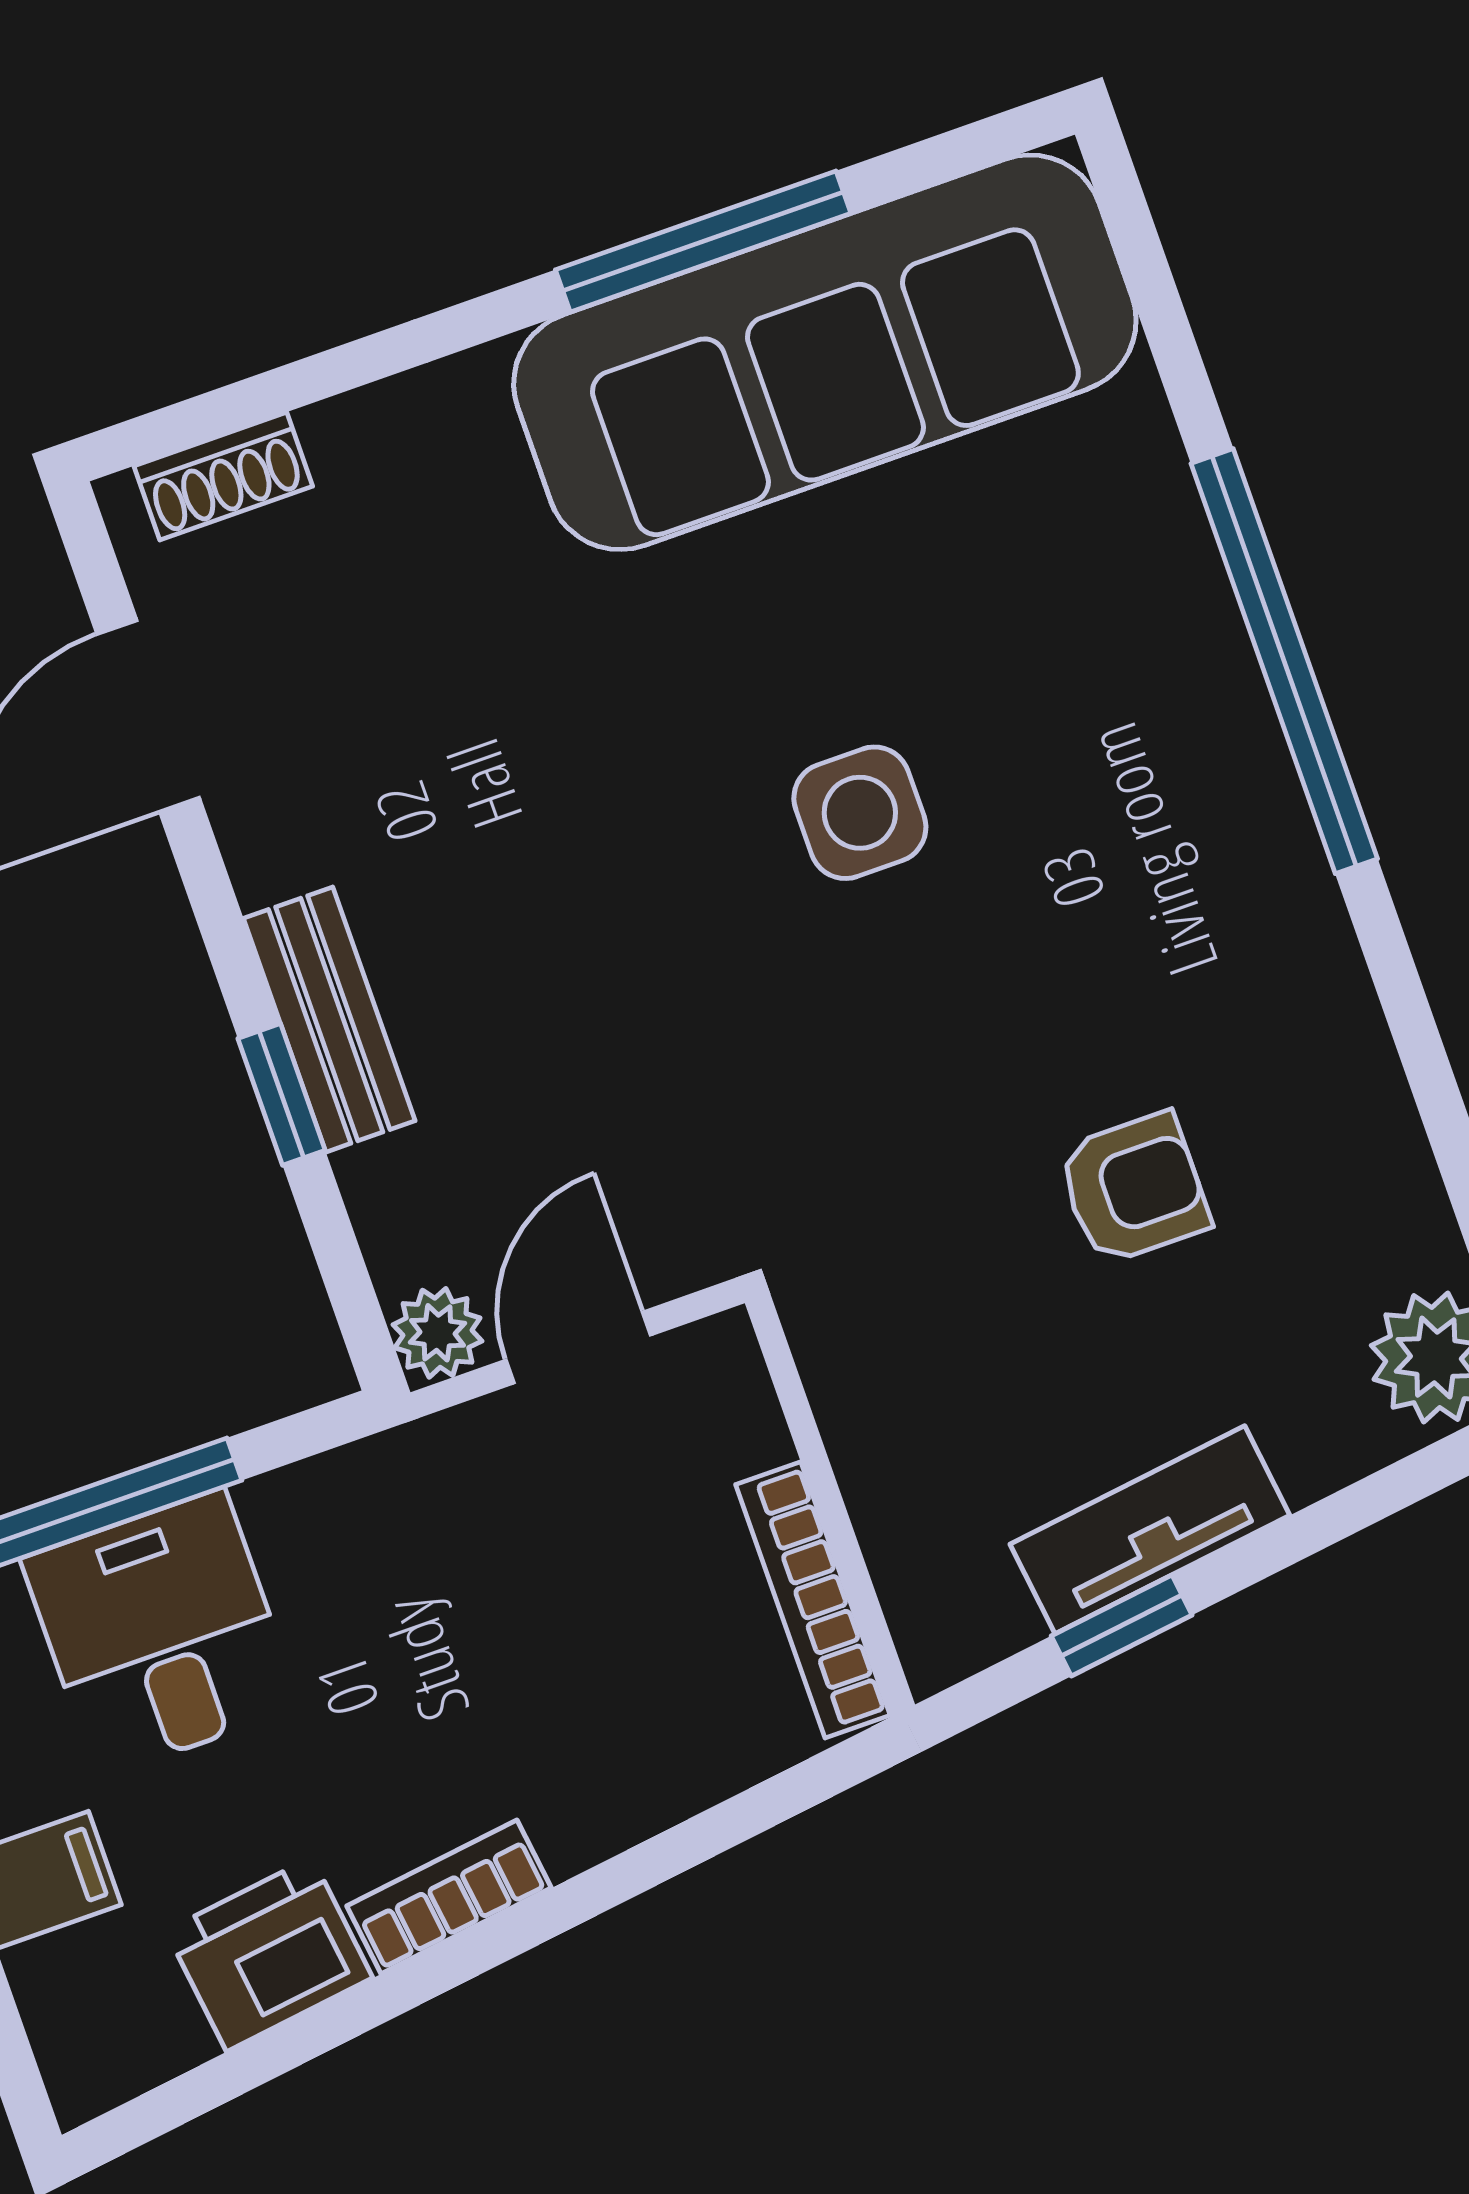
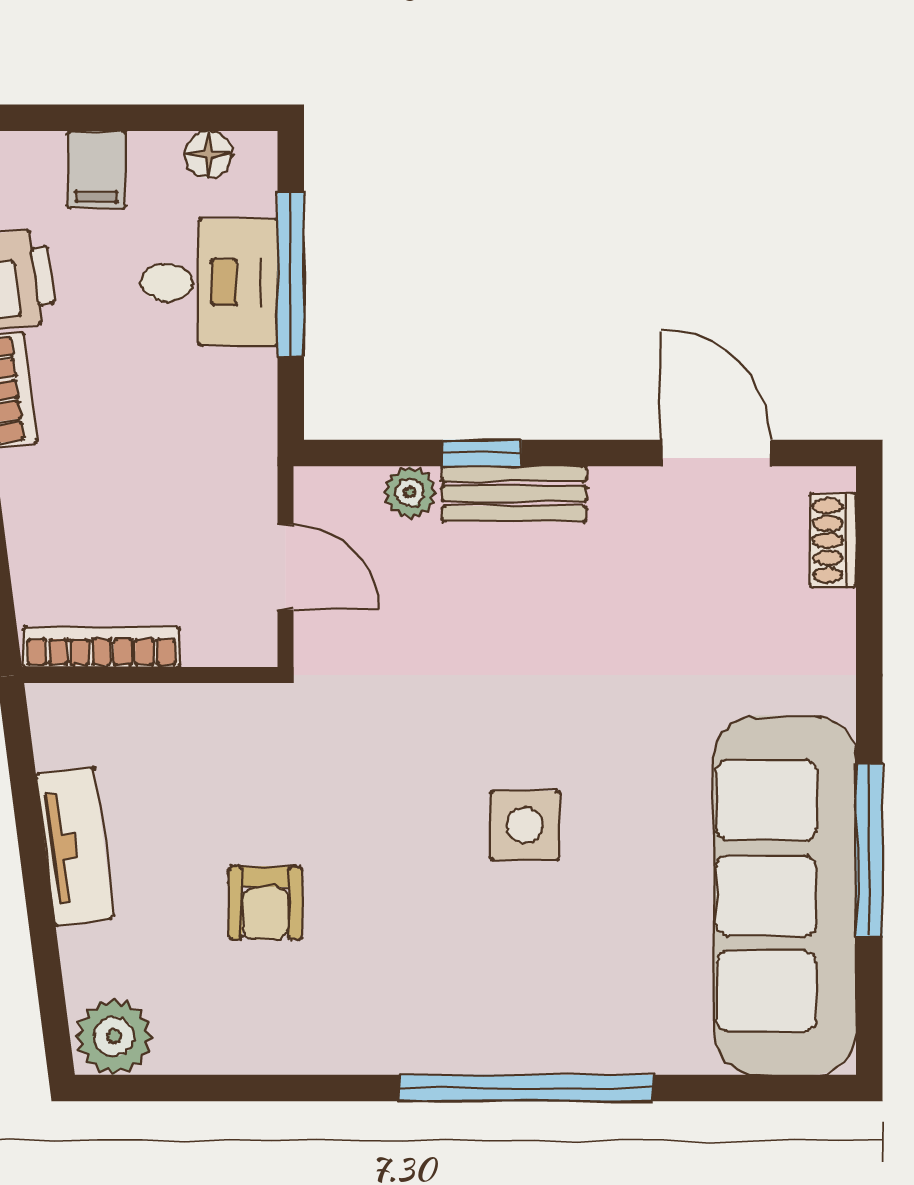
plant: (437, 1333) -> (410, 493), moved
window: (1122, 1626) -> (27, 812), removed

